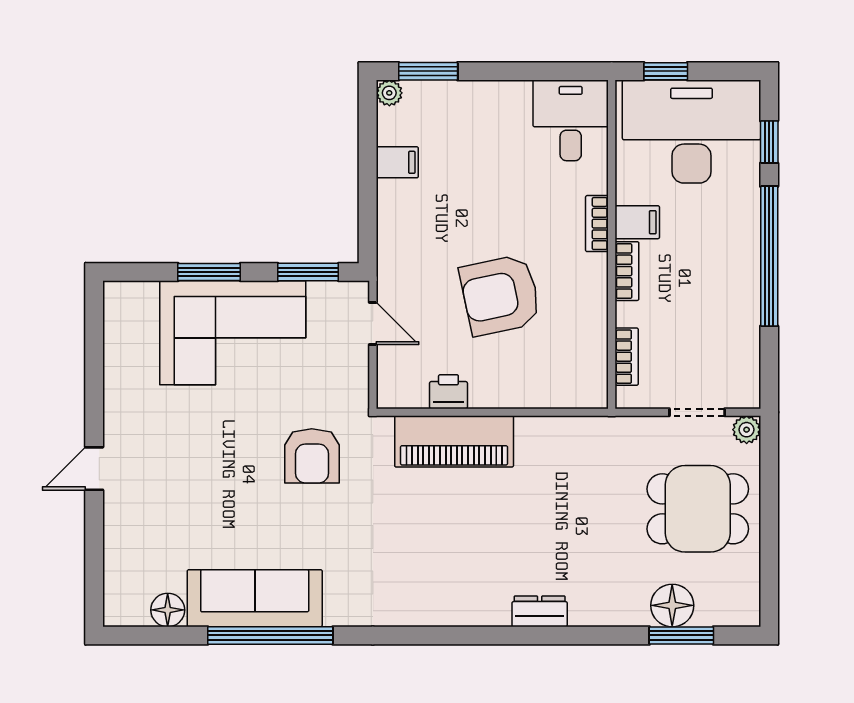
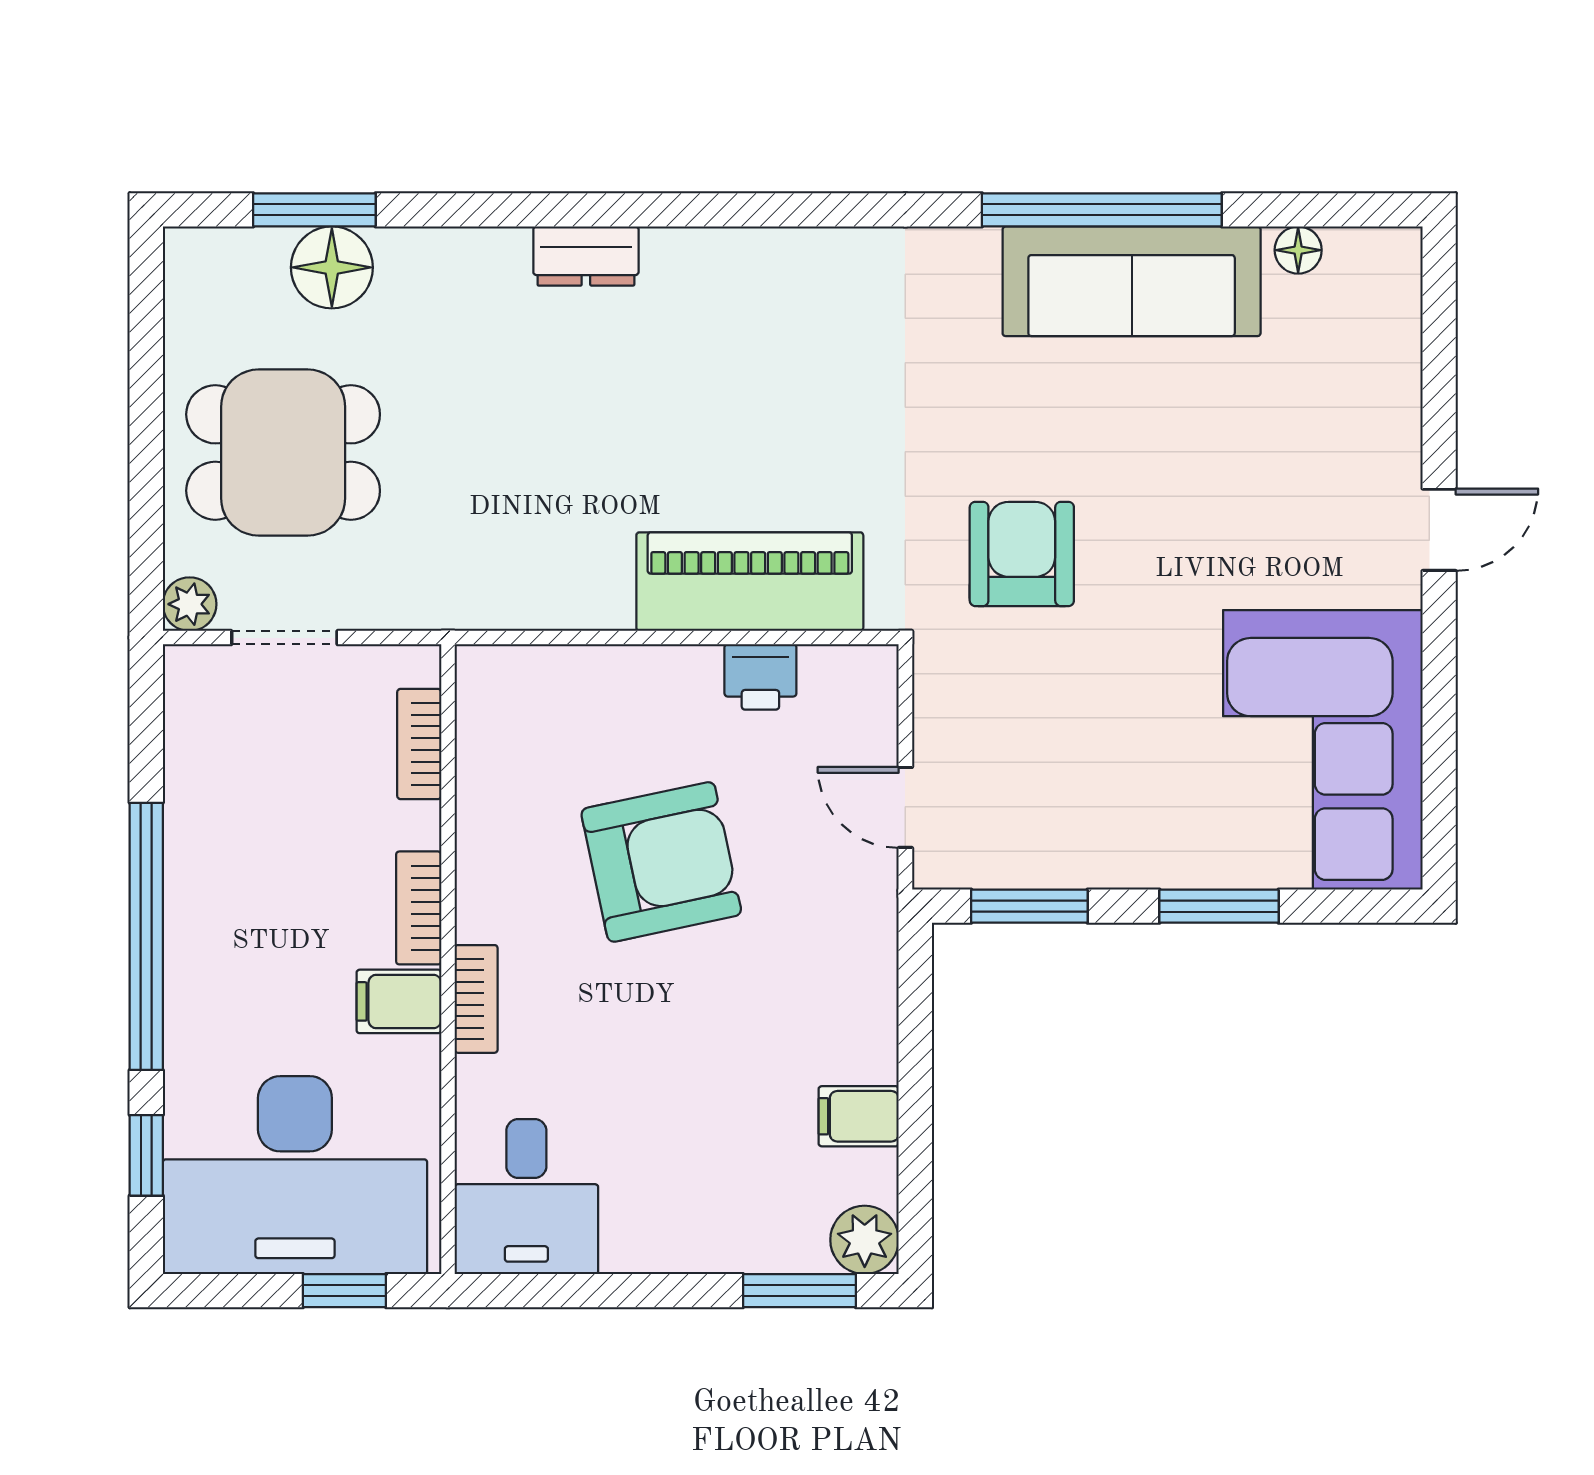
plant: (389, 93) -> (865, 1240), width x1.38, depth x1.38
corner sofa: (233, 333) -> (1323, 750), moved, turned -90
floor lamp: (168, 610) -> (1298, 250), width x0.73, depth x0.73

